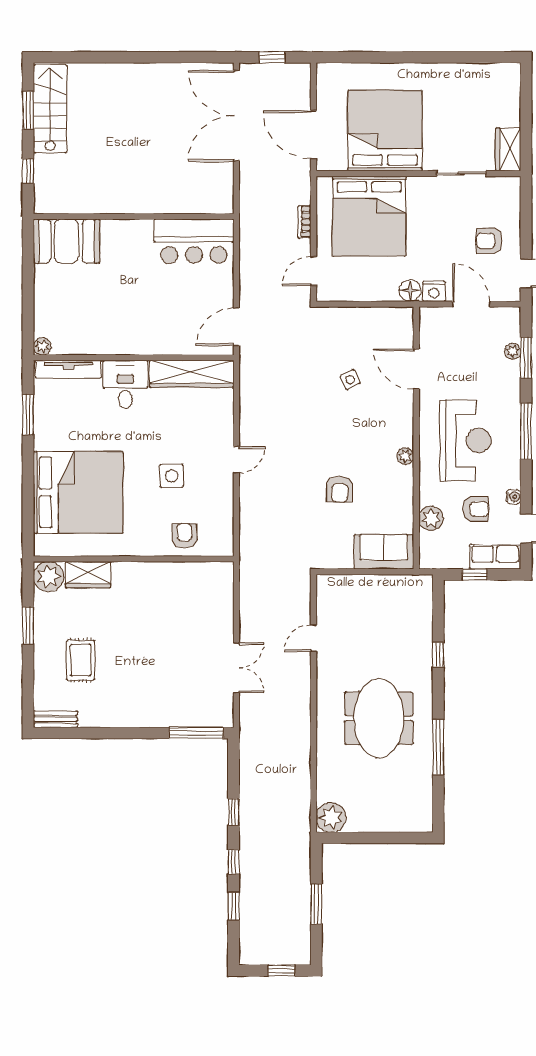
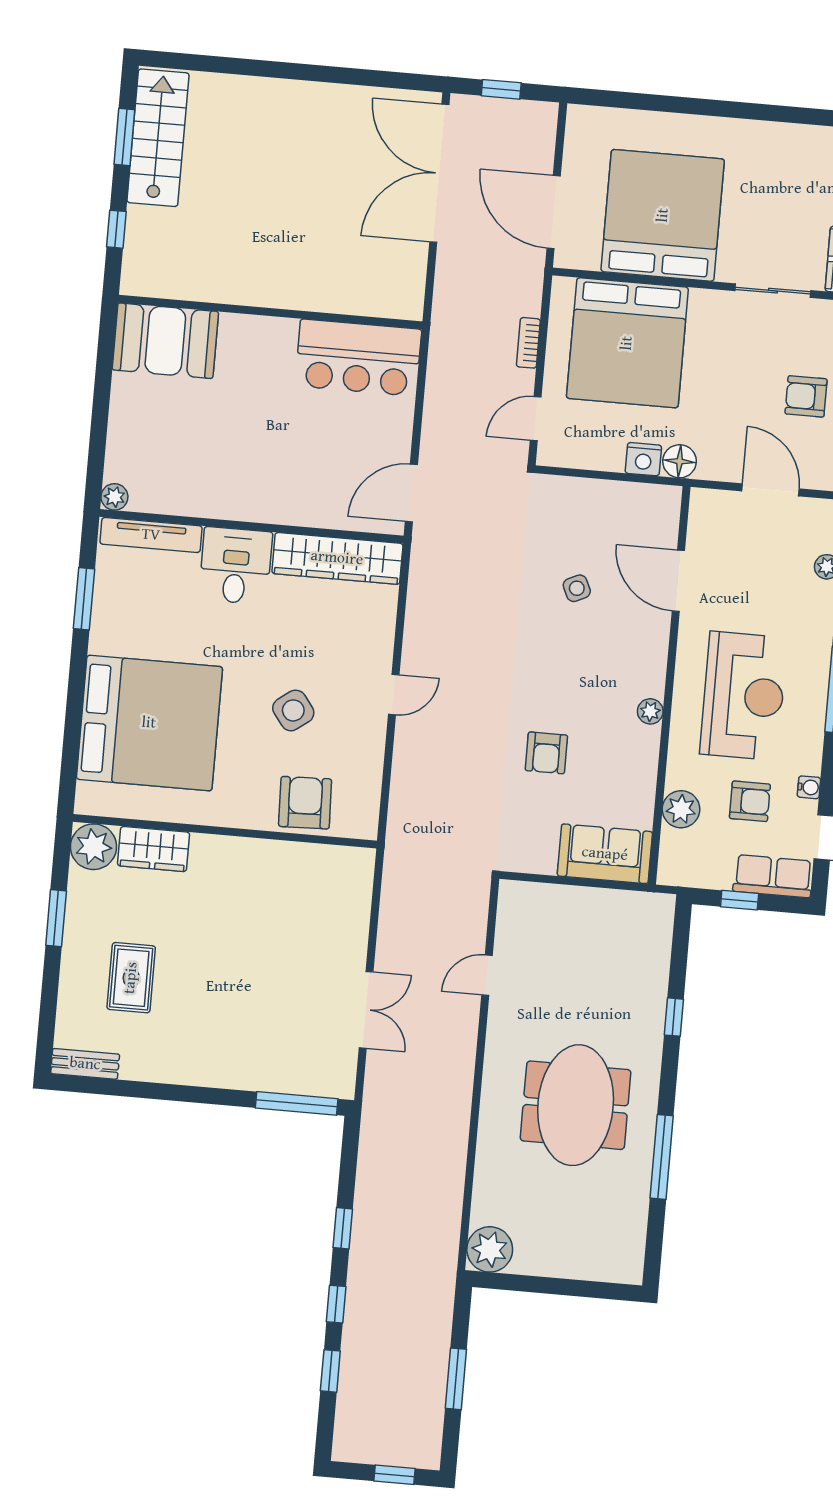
nightstand: (434, 291) -> (643, 459), moved
side table: (172, 476) -> (293, 710), turned -37
armchair: (185, 536) -> (305, 803), width x1.38, depth x1.38

